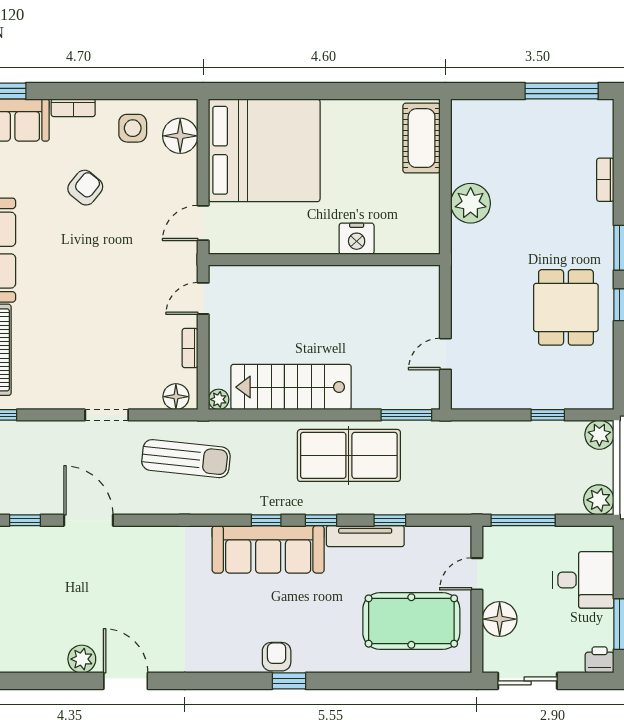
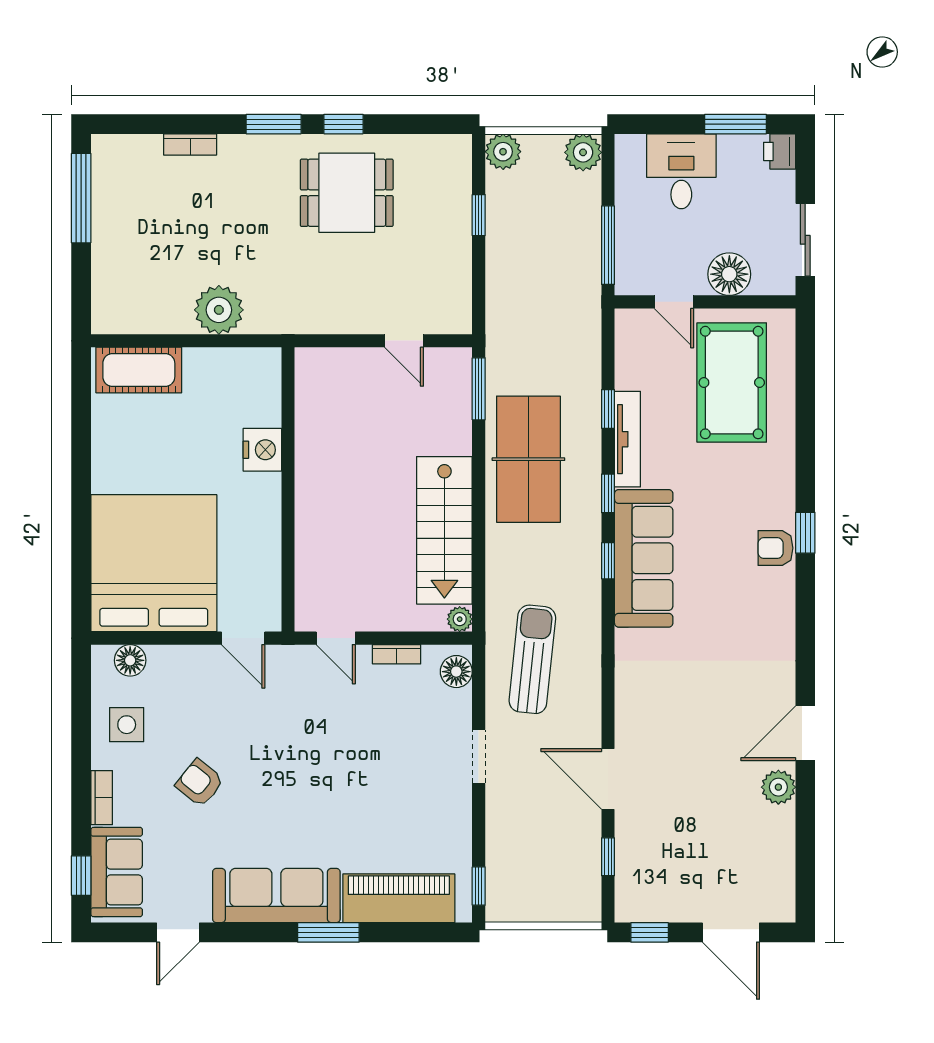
floor lamp: (180, 136) -> (130, 660), width x0.73, depth x0.73
door: (88, 520) -> (608, 779), hinge flipped

